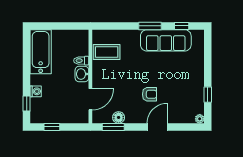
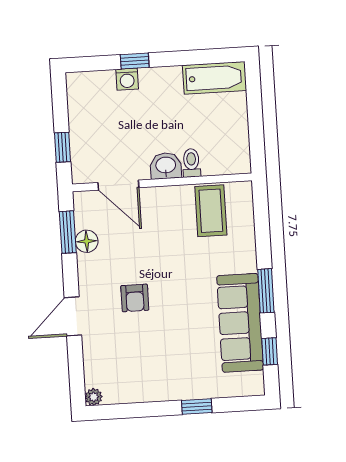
bathtub: (41, 52) -> (215, 78), width x0.73, depth x0.73
window: (208, 95) -> (197, 406), moved
window: (27, 103) -> (135, 61), moved
window: (52, 127) -> (63, 147), moved
door: (157, 127) -> (73, 316), swing flipped

